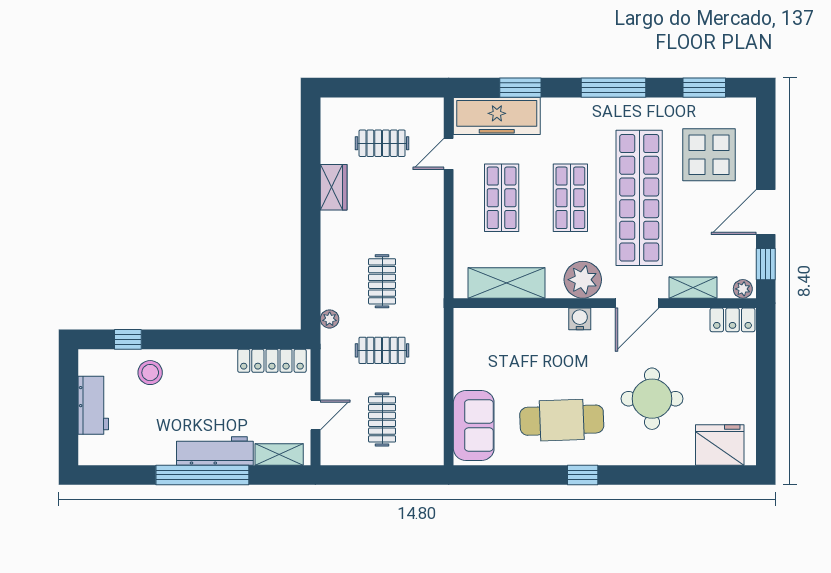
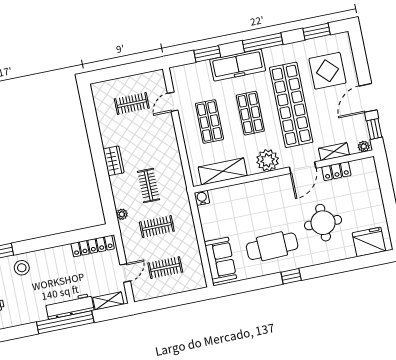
freezer: (497, 116) -> (238, 65), moved
wardrobe: (334, 187) -> (113, 161), moved
water cooler: (580, 319) -> (202, 198), moved
locker: (732, 320) -> (336, 171), moved
clothes rail: (382, 419) -> (165, 268), turned 90

